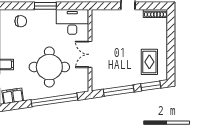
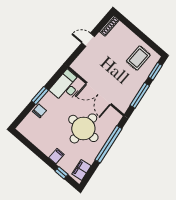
chair: (21, 21) -> (39, 111), moved
double door: (90, 54) -> (99, 94), width x1.37
rug: (149, 62) -> (138, 58), turned 90

